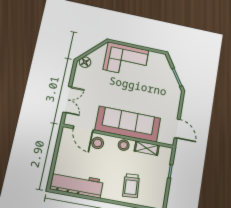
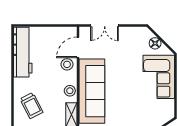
floor lamp: (85, 62) -> (155, 43), moved
trolley: (131, 186) -> (31, 106), turned -113

